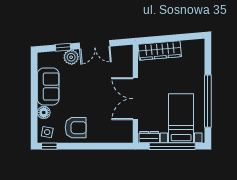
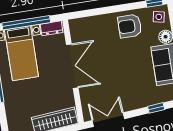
double door: (95, 45) -> (108, 120), moved
plant: (71, 57) -> (146, 99), removed

